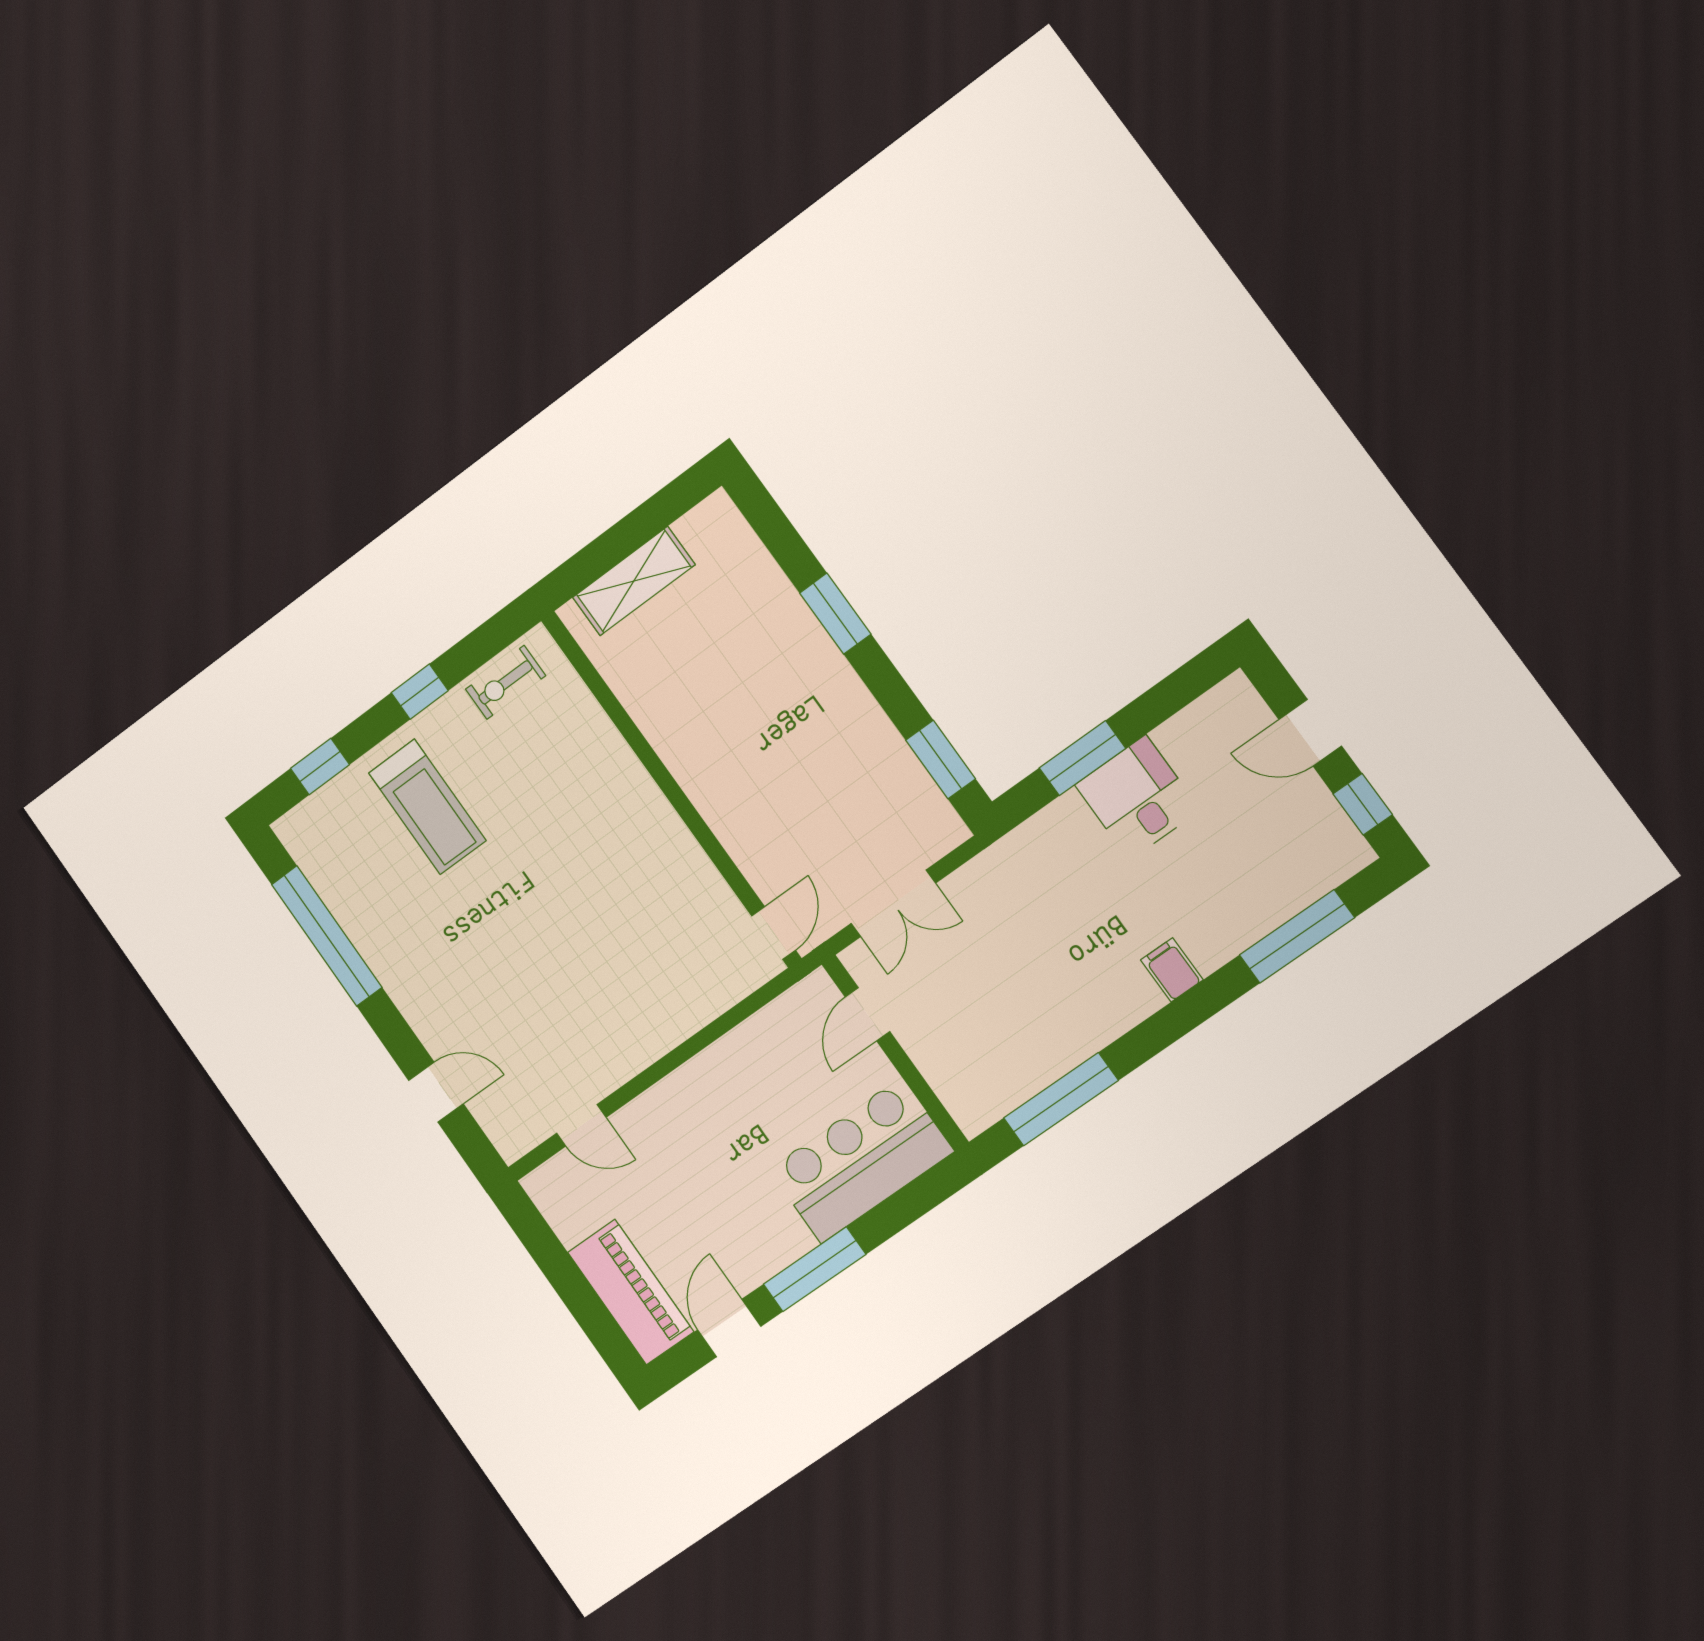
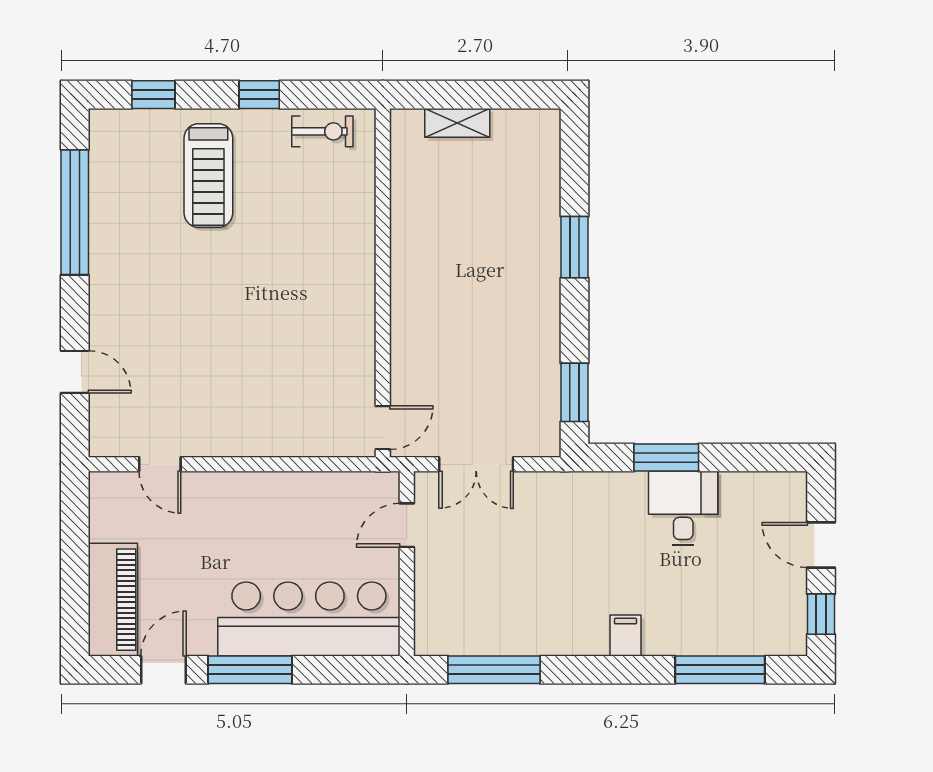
shelving: (634, 581) -> (457, 123), width x0.67, depth x0.75
exercise bike: (506, 682) -> (322, 131), turned 180
bar counter: (861, 1160) -> (309, 619), width x1.36

